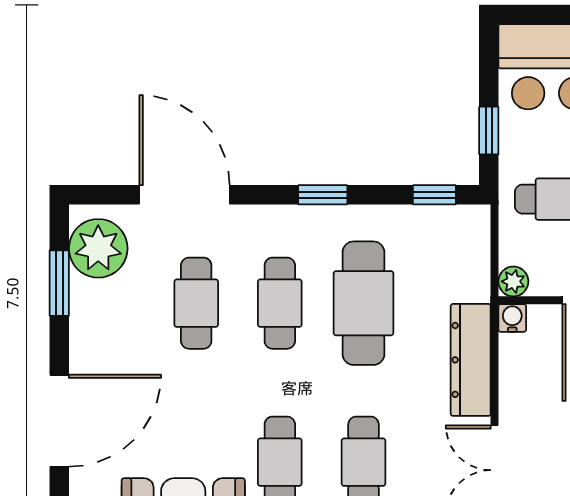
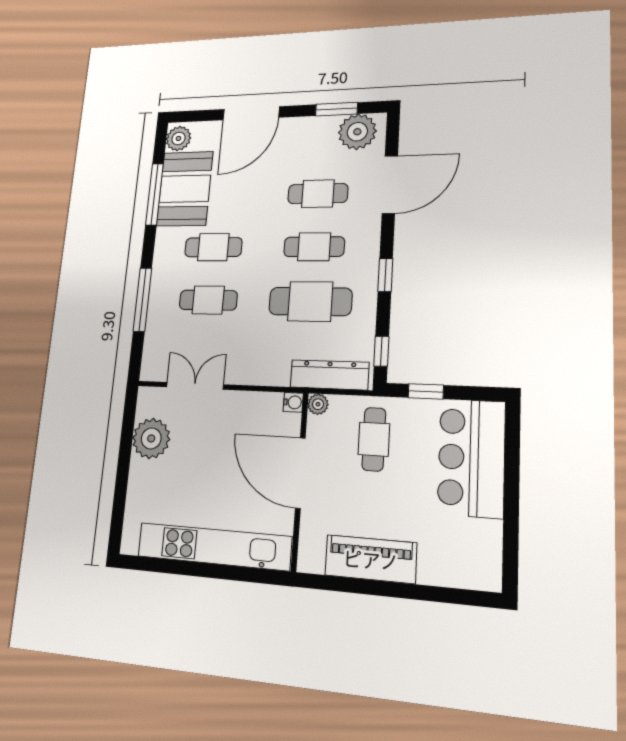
dresser: (471, 360) -> (329, 375), moved
door: (59, 421) -> (251, 113), hinge flipped

